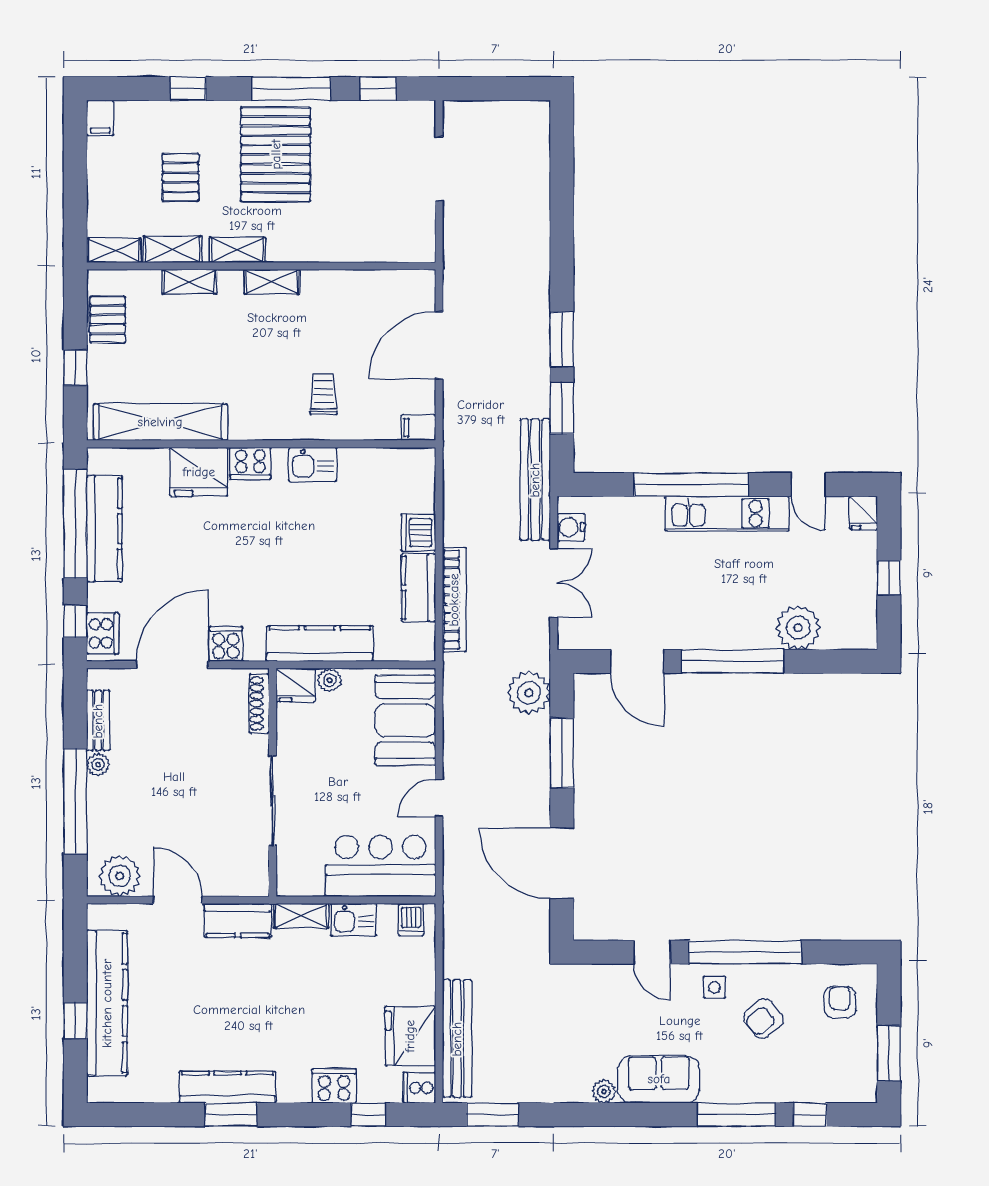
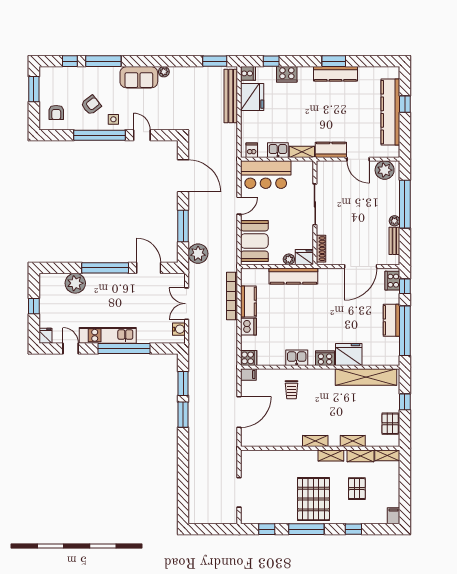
bench: (535, 480) -> (195, 351), removed
kitchen counter: (104, 529) -> (392, 320), width x0.67
cooker: (226, 644) -> (249, 358), moved, turned -90

